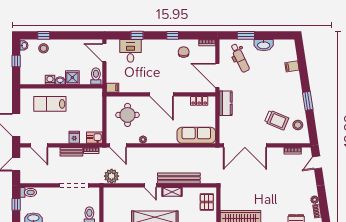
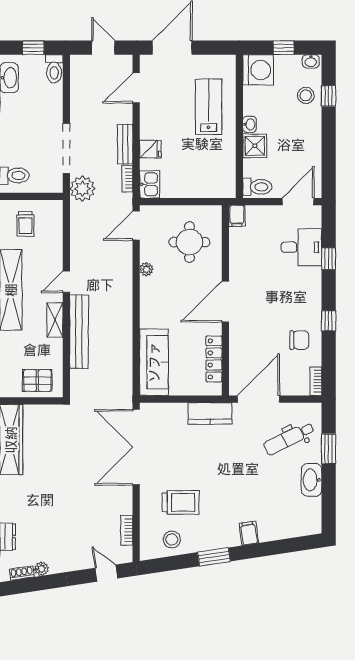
filing cabinet: (292, 66) -> (249, 533), moved
washing machine: (50, 80) -> (258, 70), moved, width x1.89, depth x1.89
locker: (199, 101) -> (214, 359), width x1.53
trolley: (277, 120) -> (181, 502), turned -113
plant: (112, 176) -> (83, 189), moved
trolley: (117, 209) -> (25, 224), added

